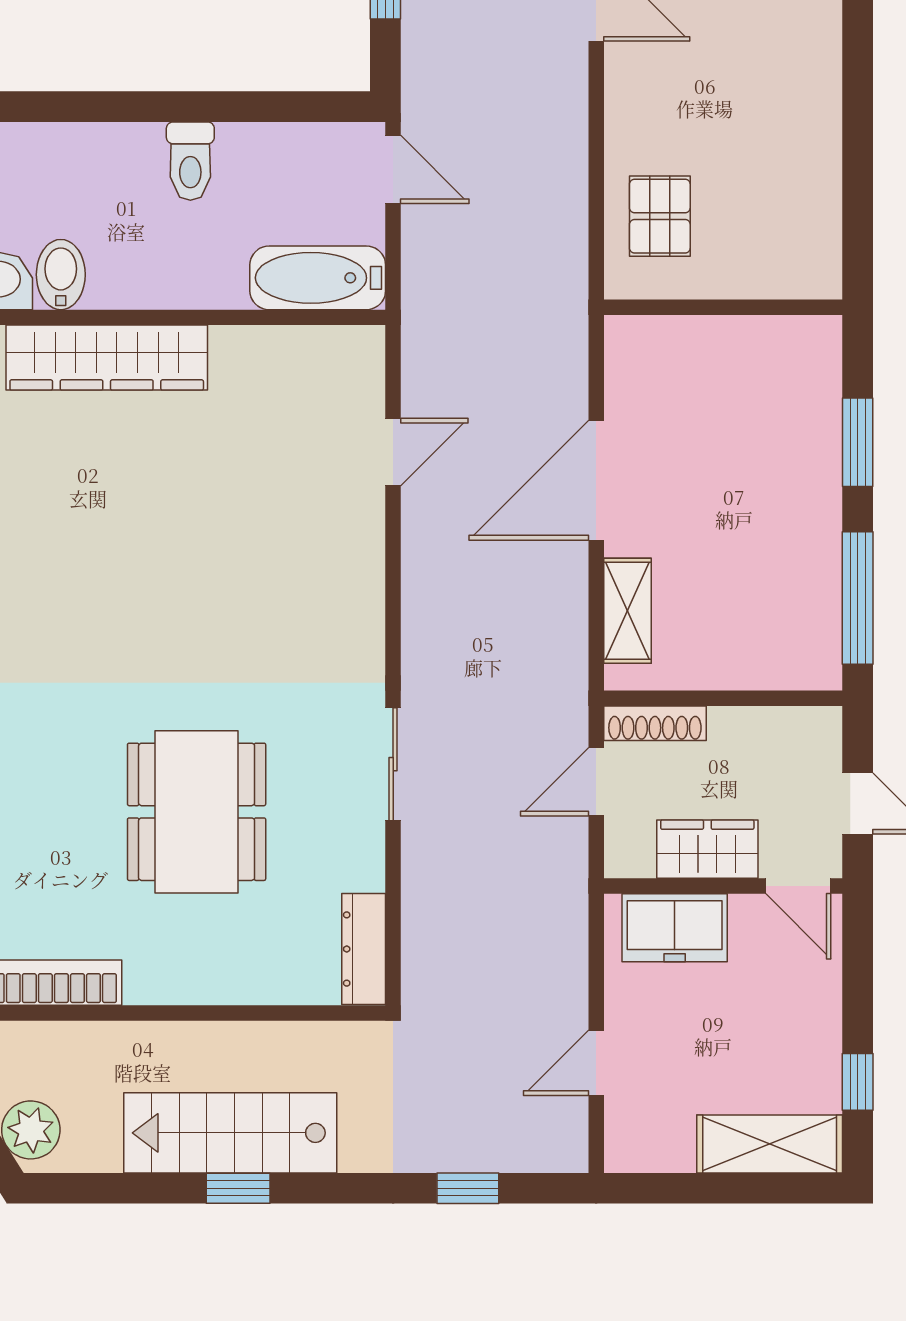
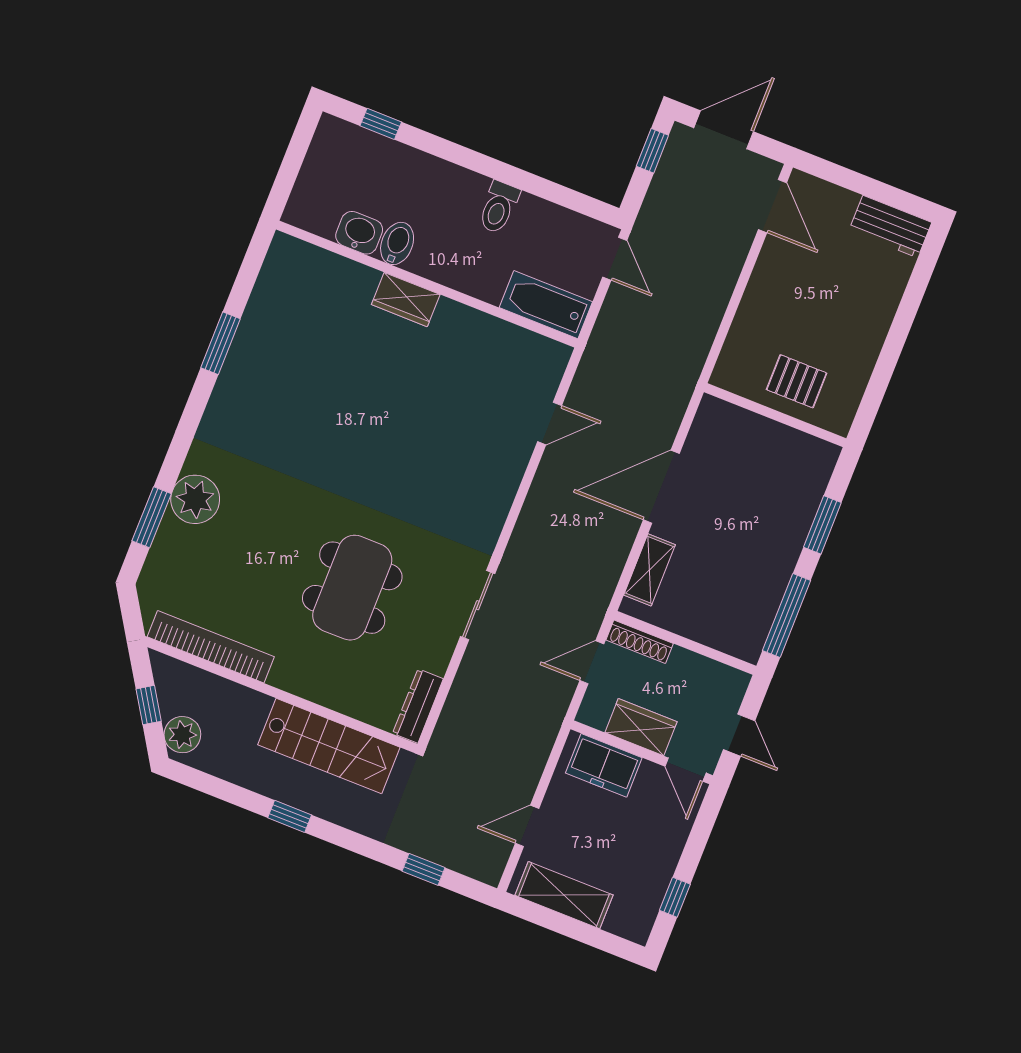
pallet: (660, 216) -> (797, 381), moved, turned 90
wardrobe: (107, 358) -> (406, 300), width x0.48, depth x0.85
stairs: (230, 1133) -> (329, 746), moved, turned 180
shelving: (770, 1144) -> (564, 895), moved

